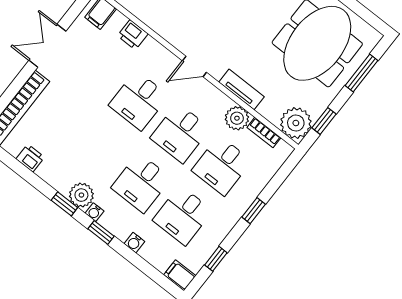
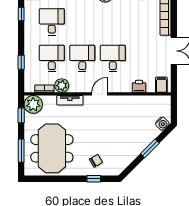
desk: (141, 183) -> (82, 22), removed
window: (254, 211) -> (21, 62), moved

